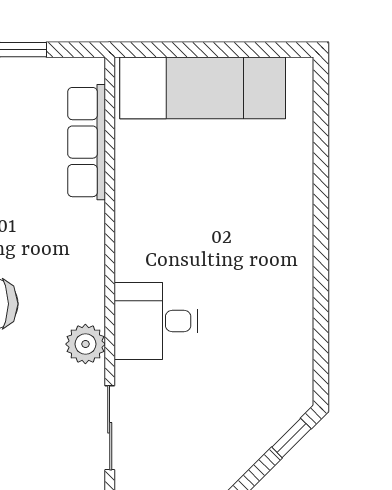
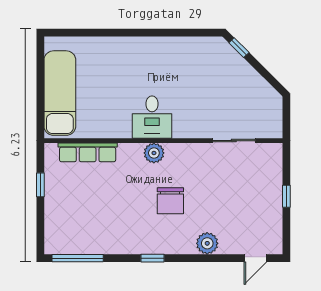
desk: (156, 321) -> (152, 117), moved
plant: (85, 344) -> (154, 153), moved

